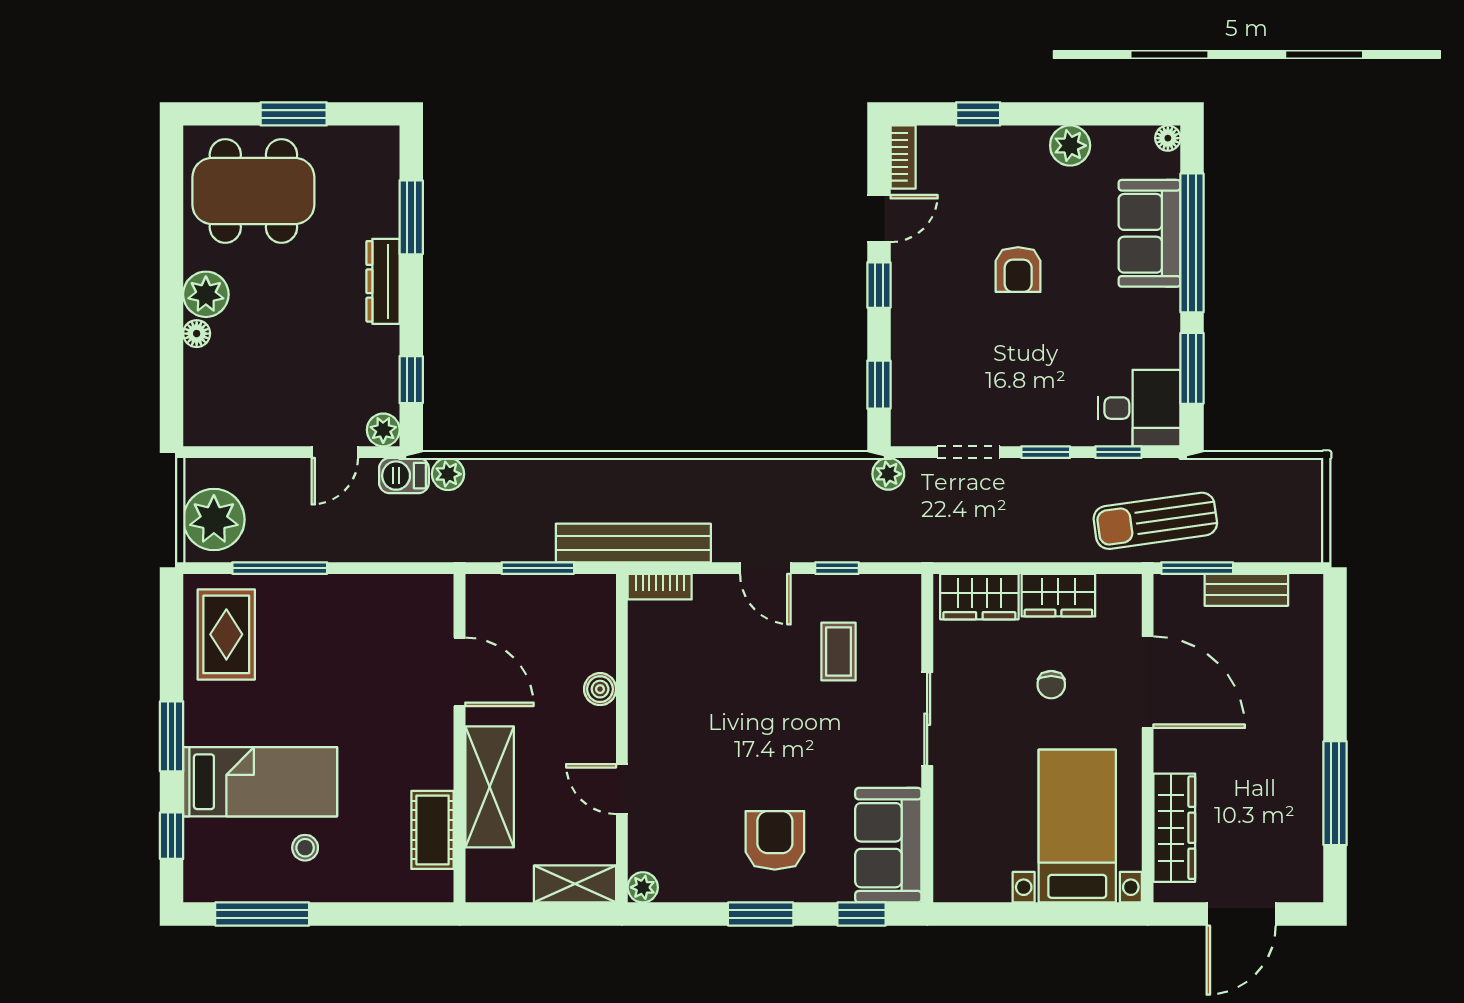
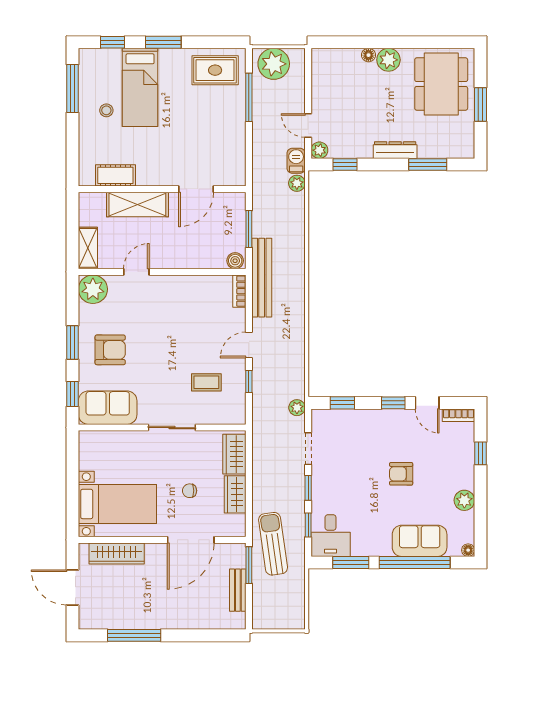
boiler: (600, 689) -> (235, 261), moved
plant: (643, 887) -> (93, 289), width x1.88, depth x1.88

